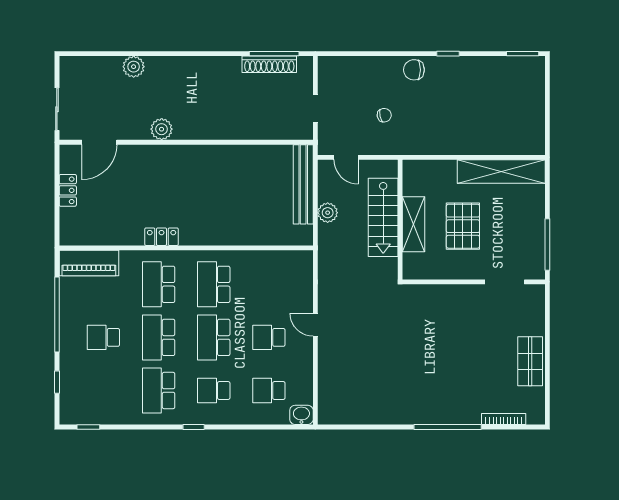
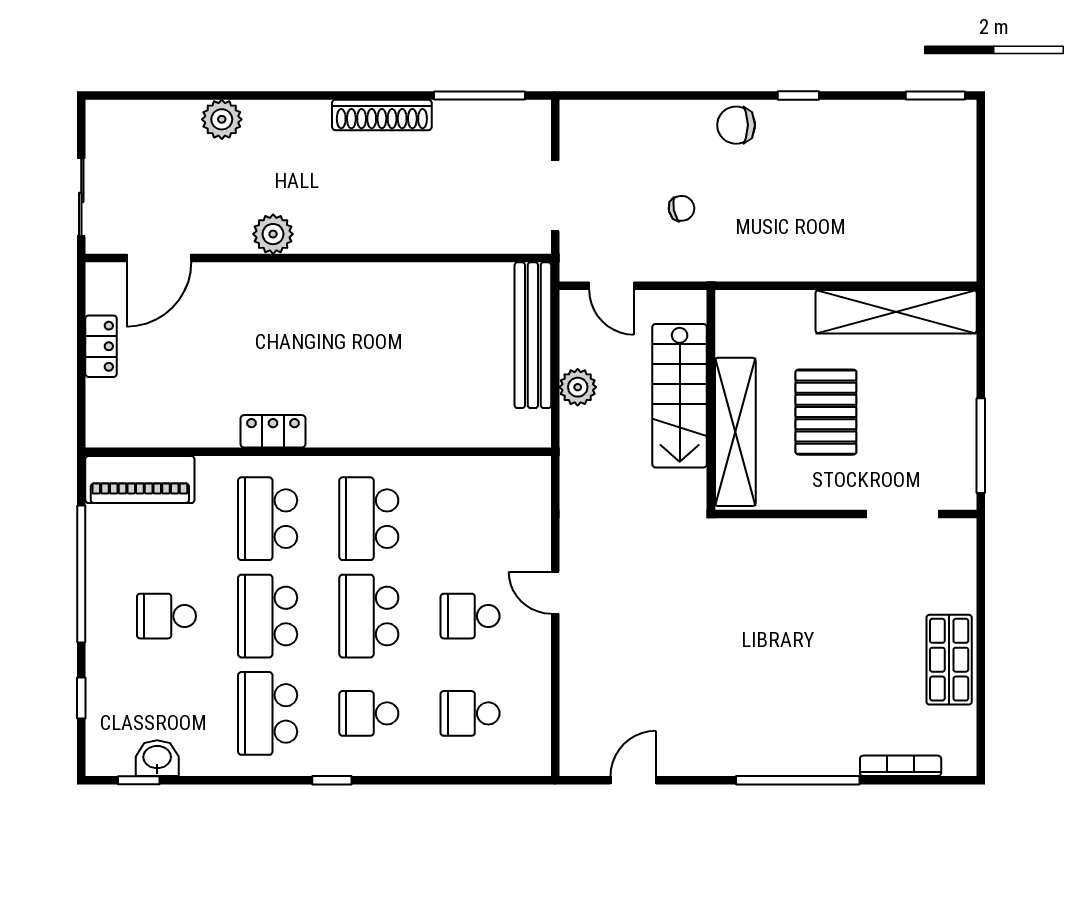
shoe rack: (269, 64) -> (382, 115), moved
doorway: (315, 108) -> (555, 196), width x1.38
shelving: (414, 224) -> (735, 432), width x1.47
washbasin: (301, 415) -> (157, 758), moved
door: (358, 427) -> (633, 780), added

